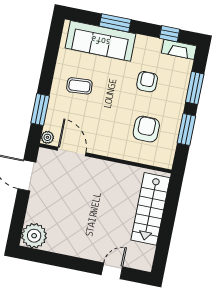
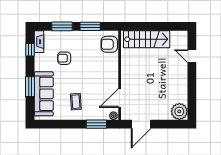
armchair: (146, 129) -> (109, 44), moved

